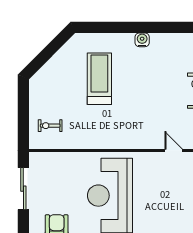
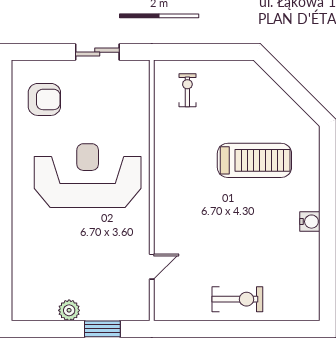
sliding door: (23, 189) -> (97, 52), width x0.73

